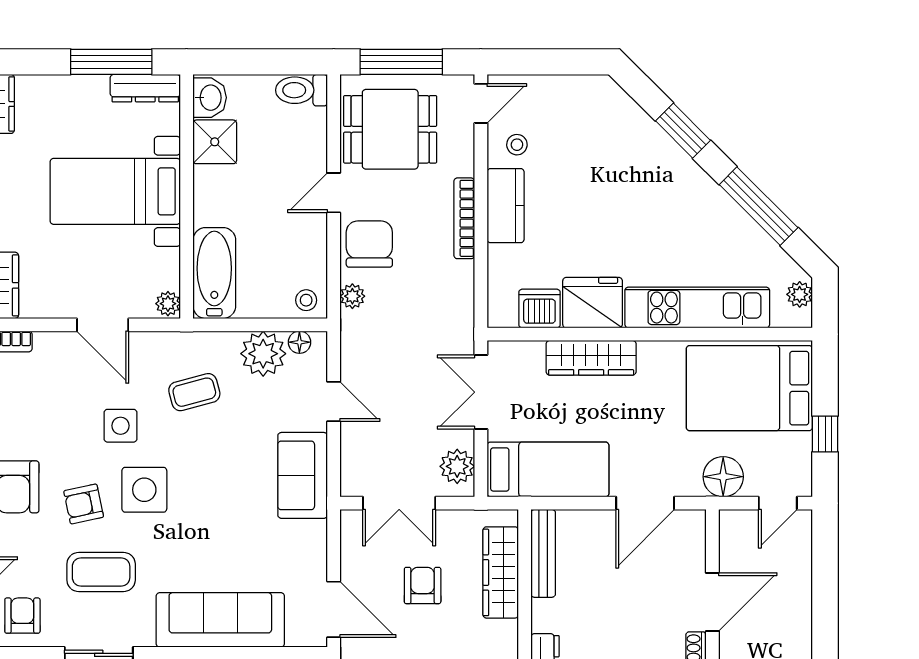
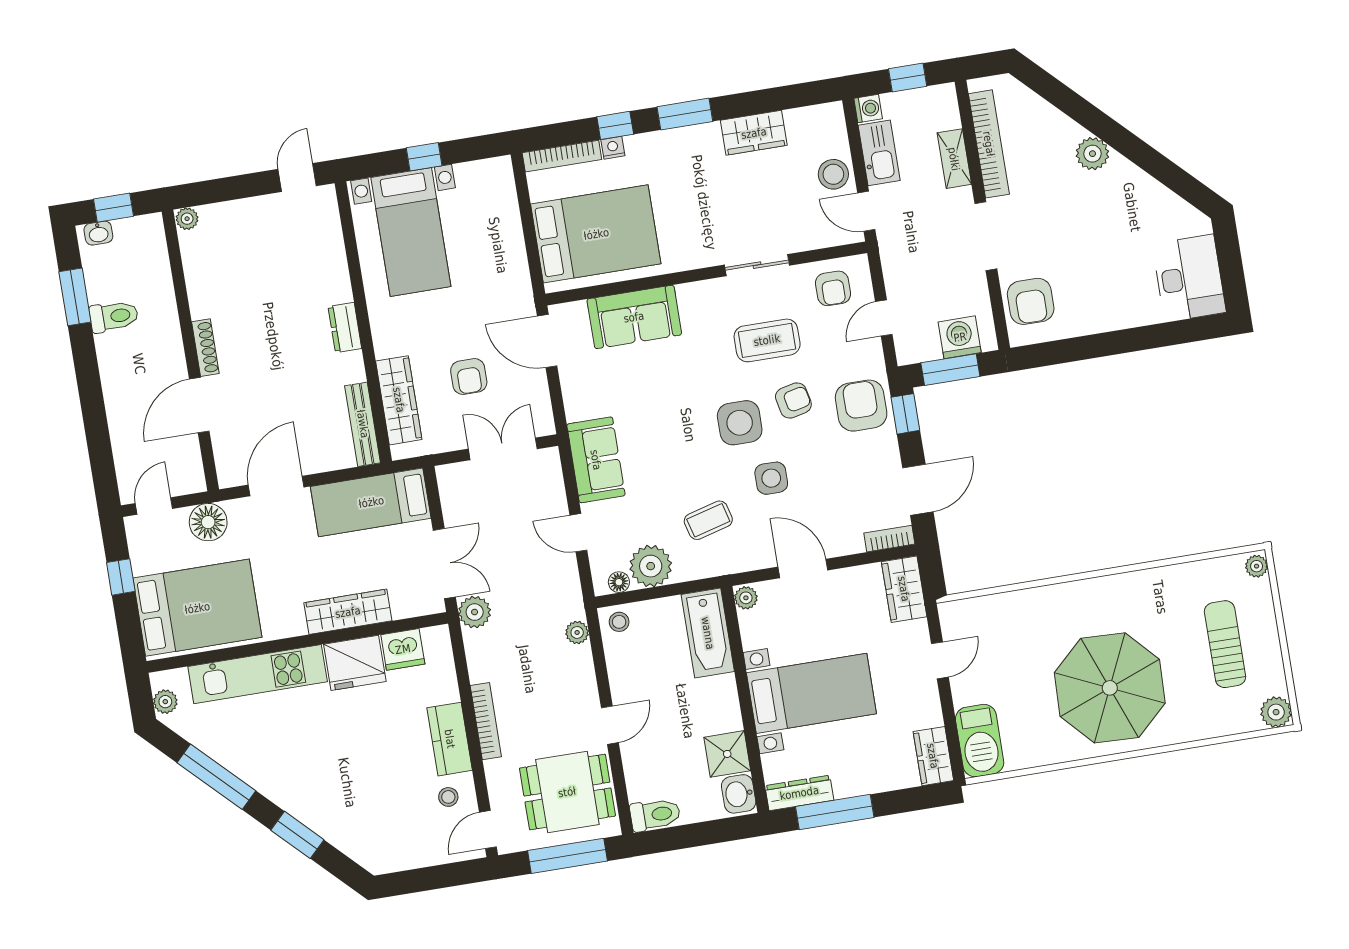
chair: (369, 244) -> (569, 683), removed
plant: (457, 466) -> (475, 612), moved
sofa: (220, 620) -> (634, 317), width x0.73

